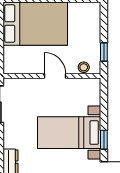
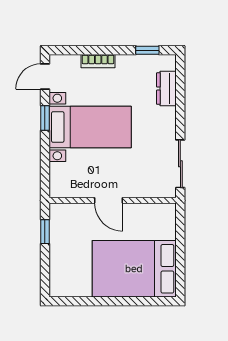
stool: (84, 67) -> (71, 212), removed

